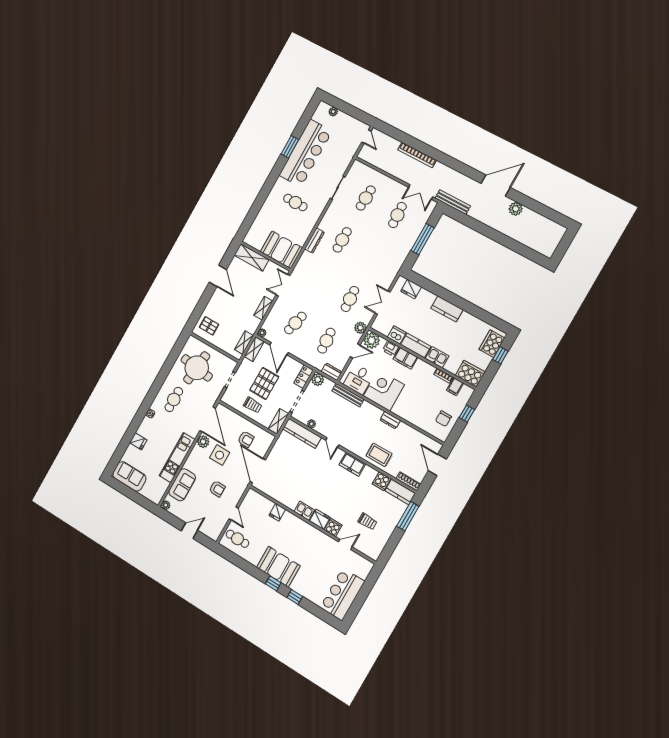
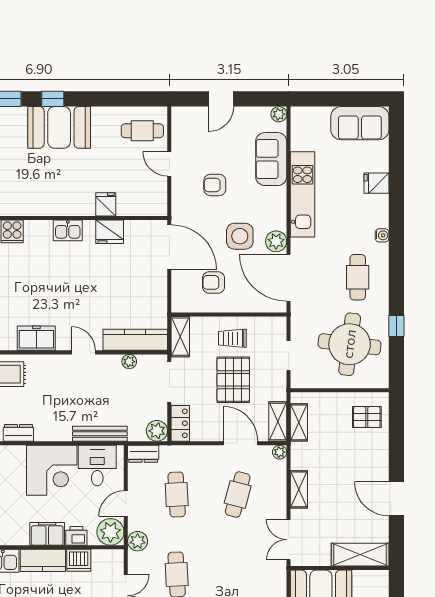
double door: (283, 285) -> (289, 540), swing flipped
window: (169, 364) -> (396, 326), added
fridge: (320, 519) -> (110, 232), moved

